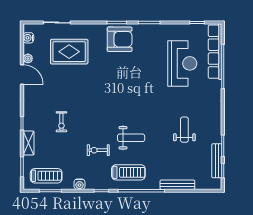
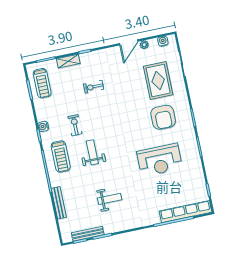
armchair: (120, 39) -> (163, 117), moved
reception desk: (182, 63) -> (160, 160), moved
weight bench: (131, 138) -> (92, 152), turned 180
water cooler: (79, 184) -> (43, 126), moved

